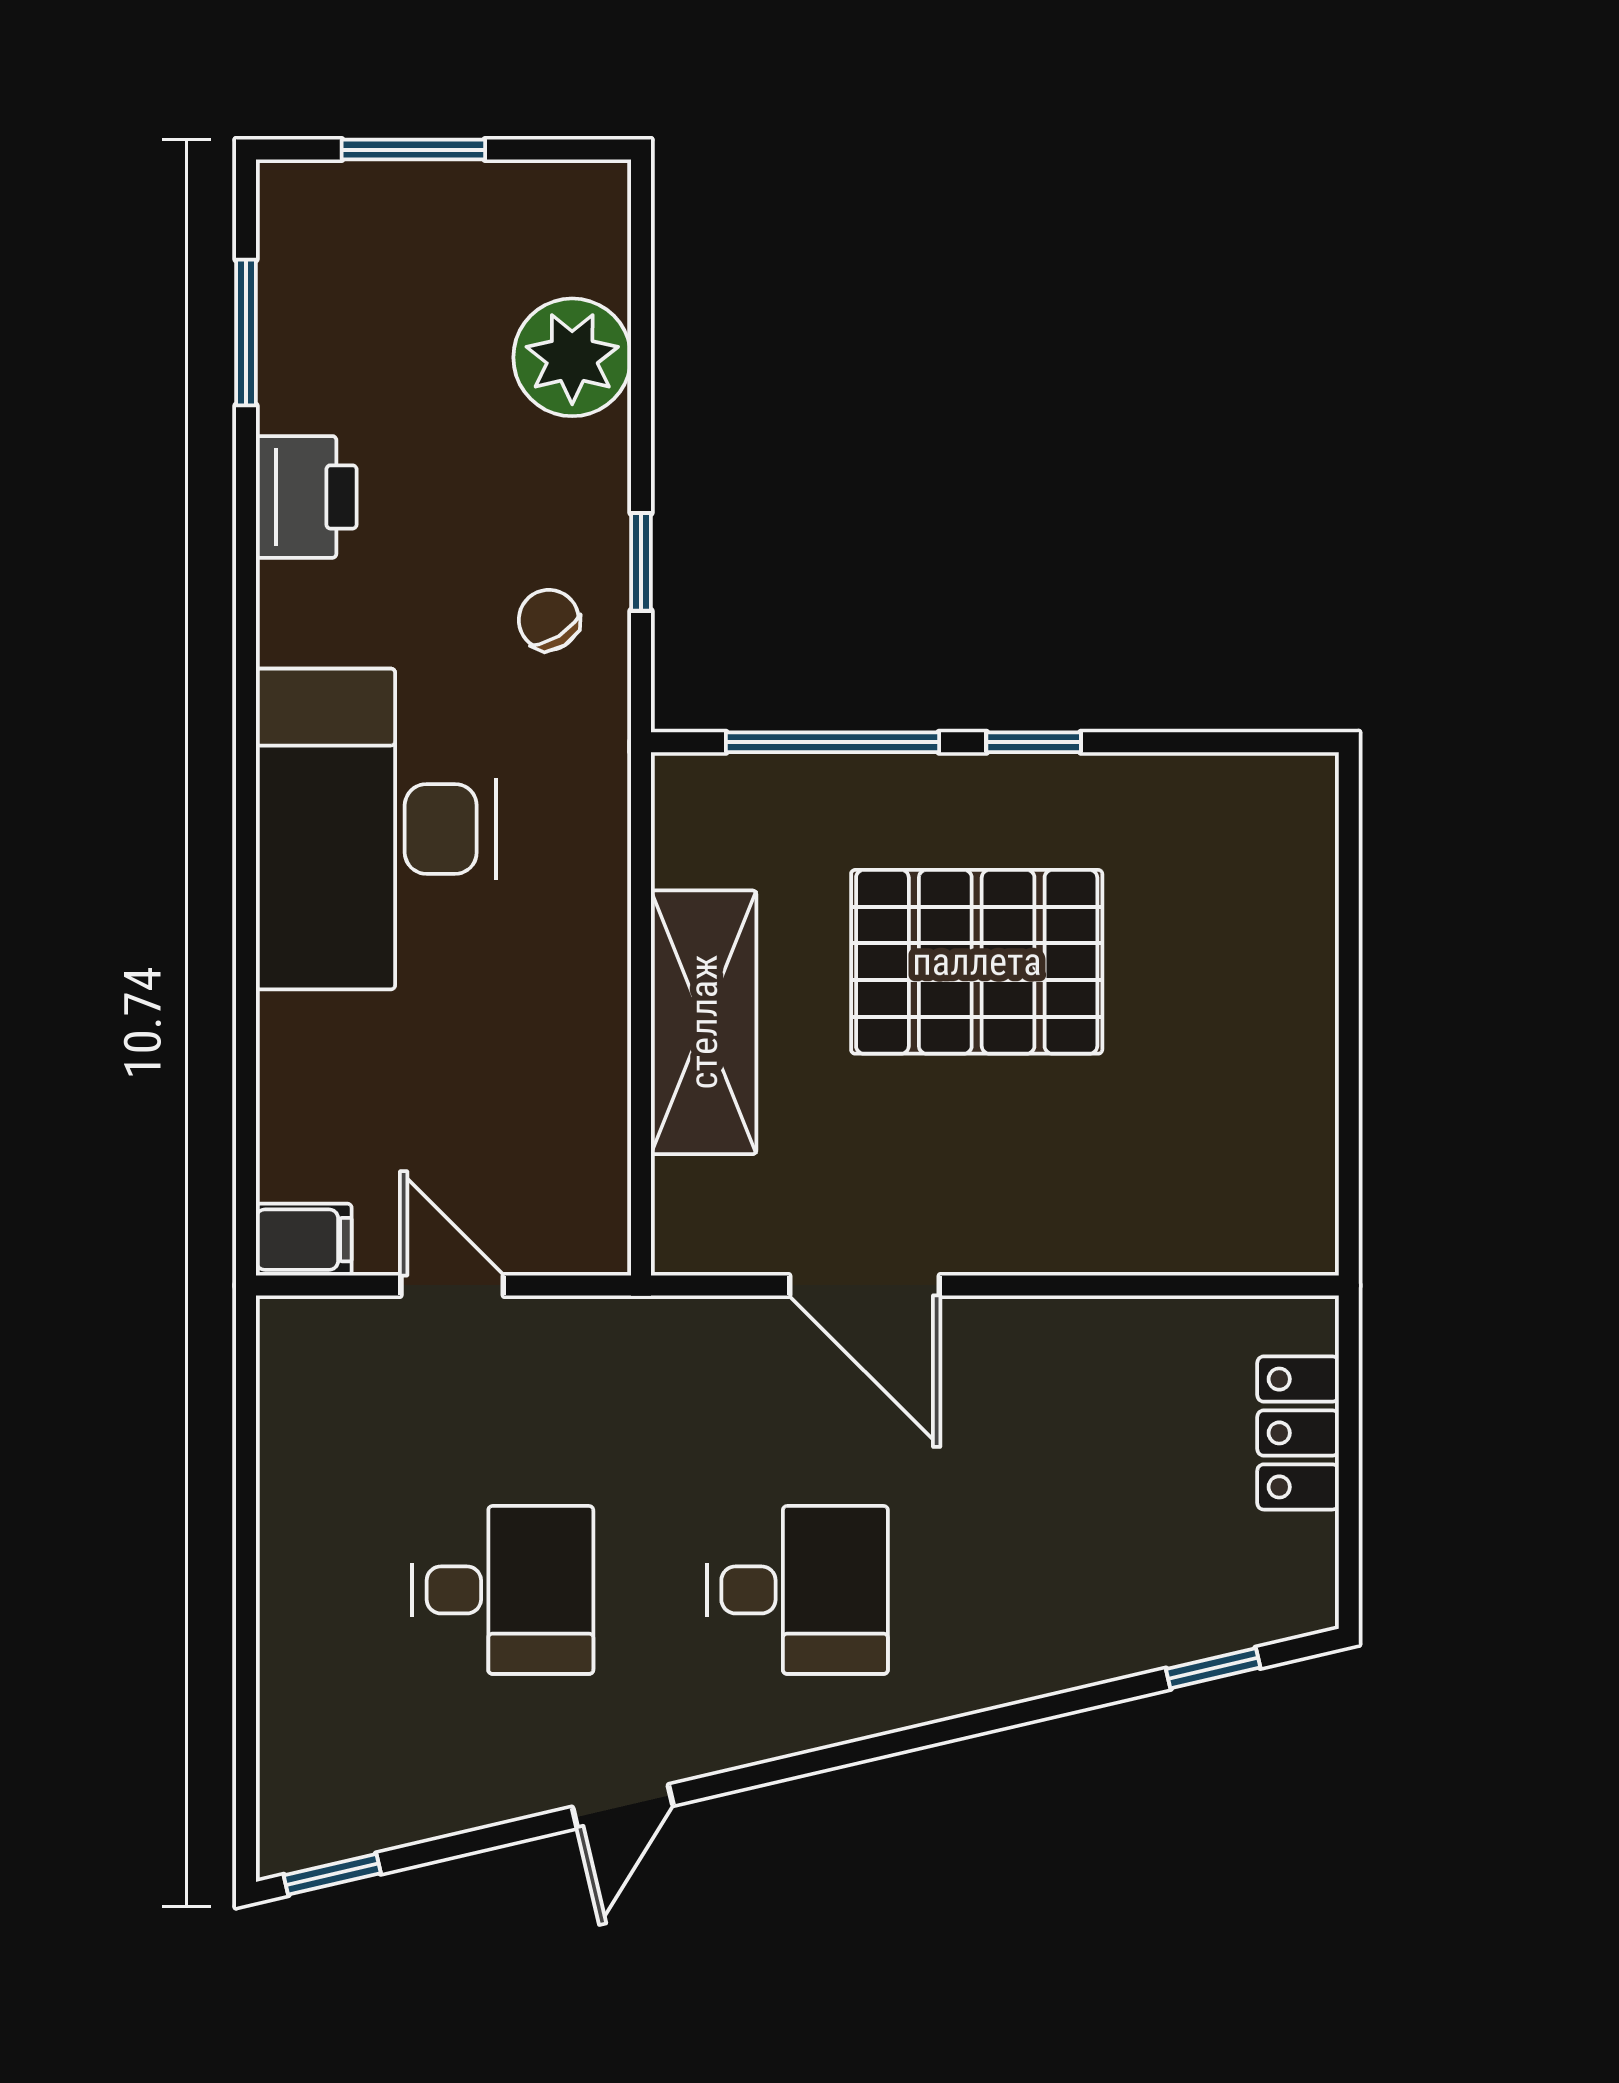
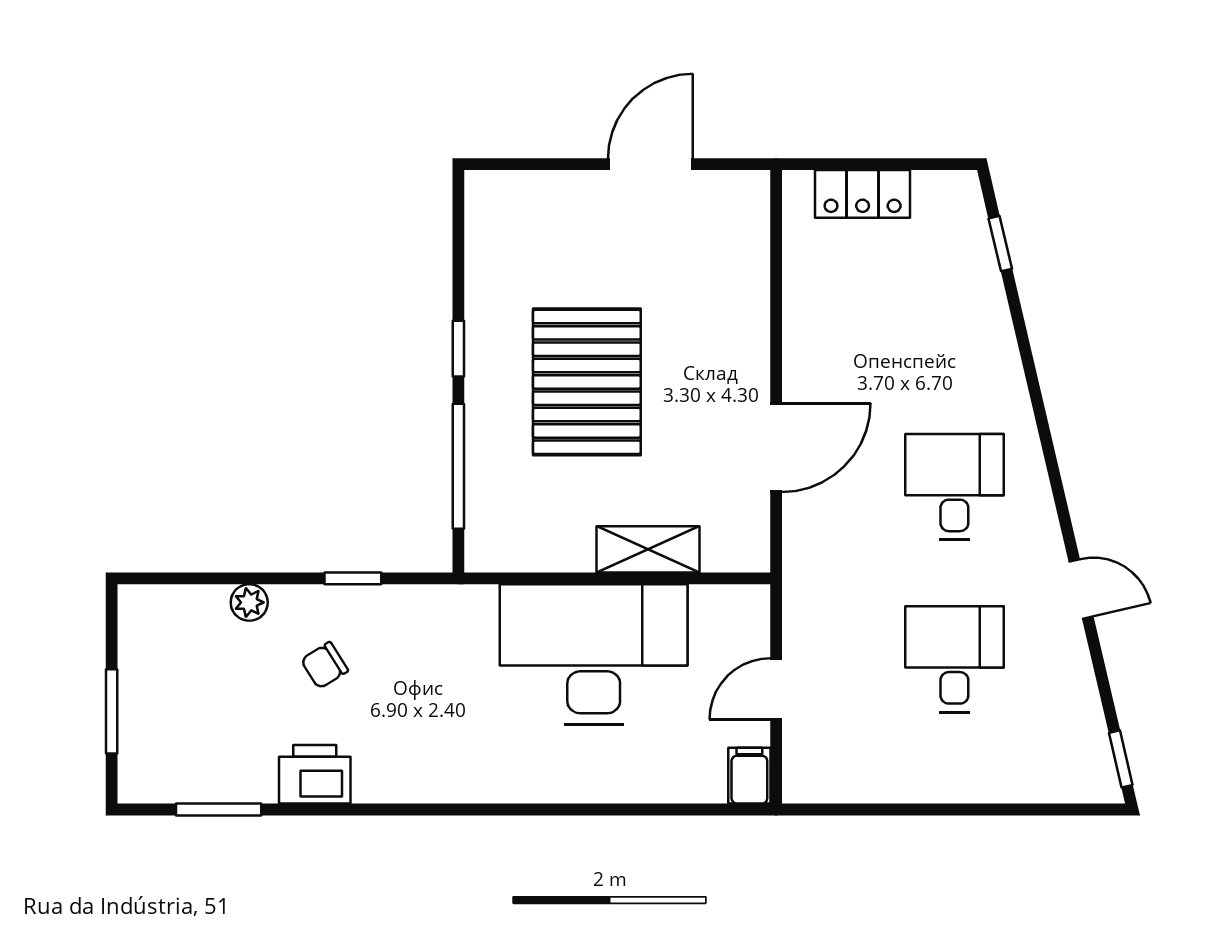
plant: (572, 357) -> (249, 602), width x0.53, depth x0.53
chair: (549, 620) -> (324, 665), moved
desk: (376, 829) -> (594, 654), moved, turned 180
shelving: (704, 1022) -> (648, 549), width x0.67, depth x0.75
door: (1349, 1071) -> (651, 164), added

